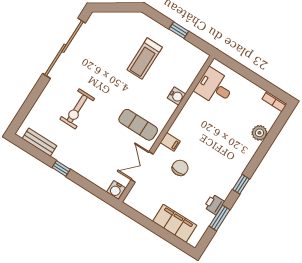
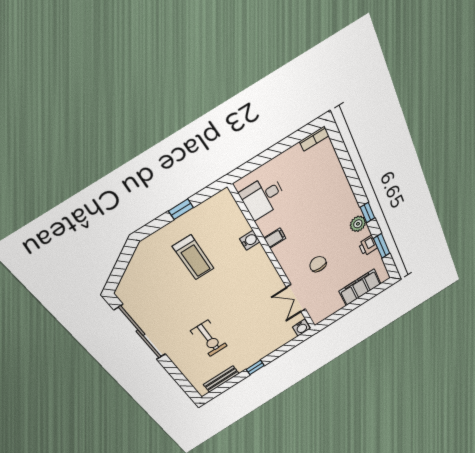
exercise mat: (138, 125) -> (256, 288), removed
plant: (259, 133) -> (358, 224), moved
filing cabinet: (170, 142) -> (275, 238), moved

